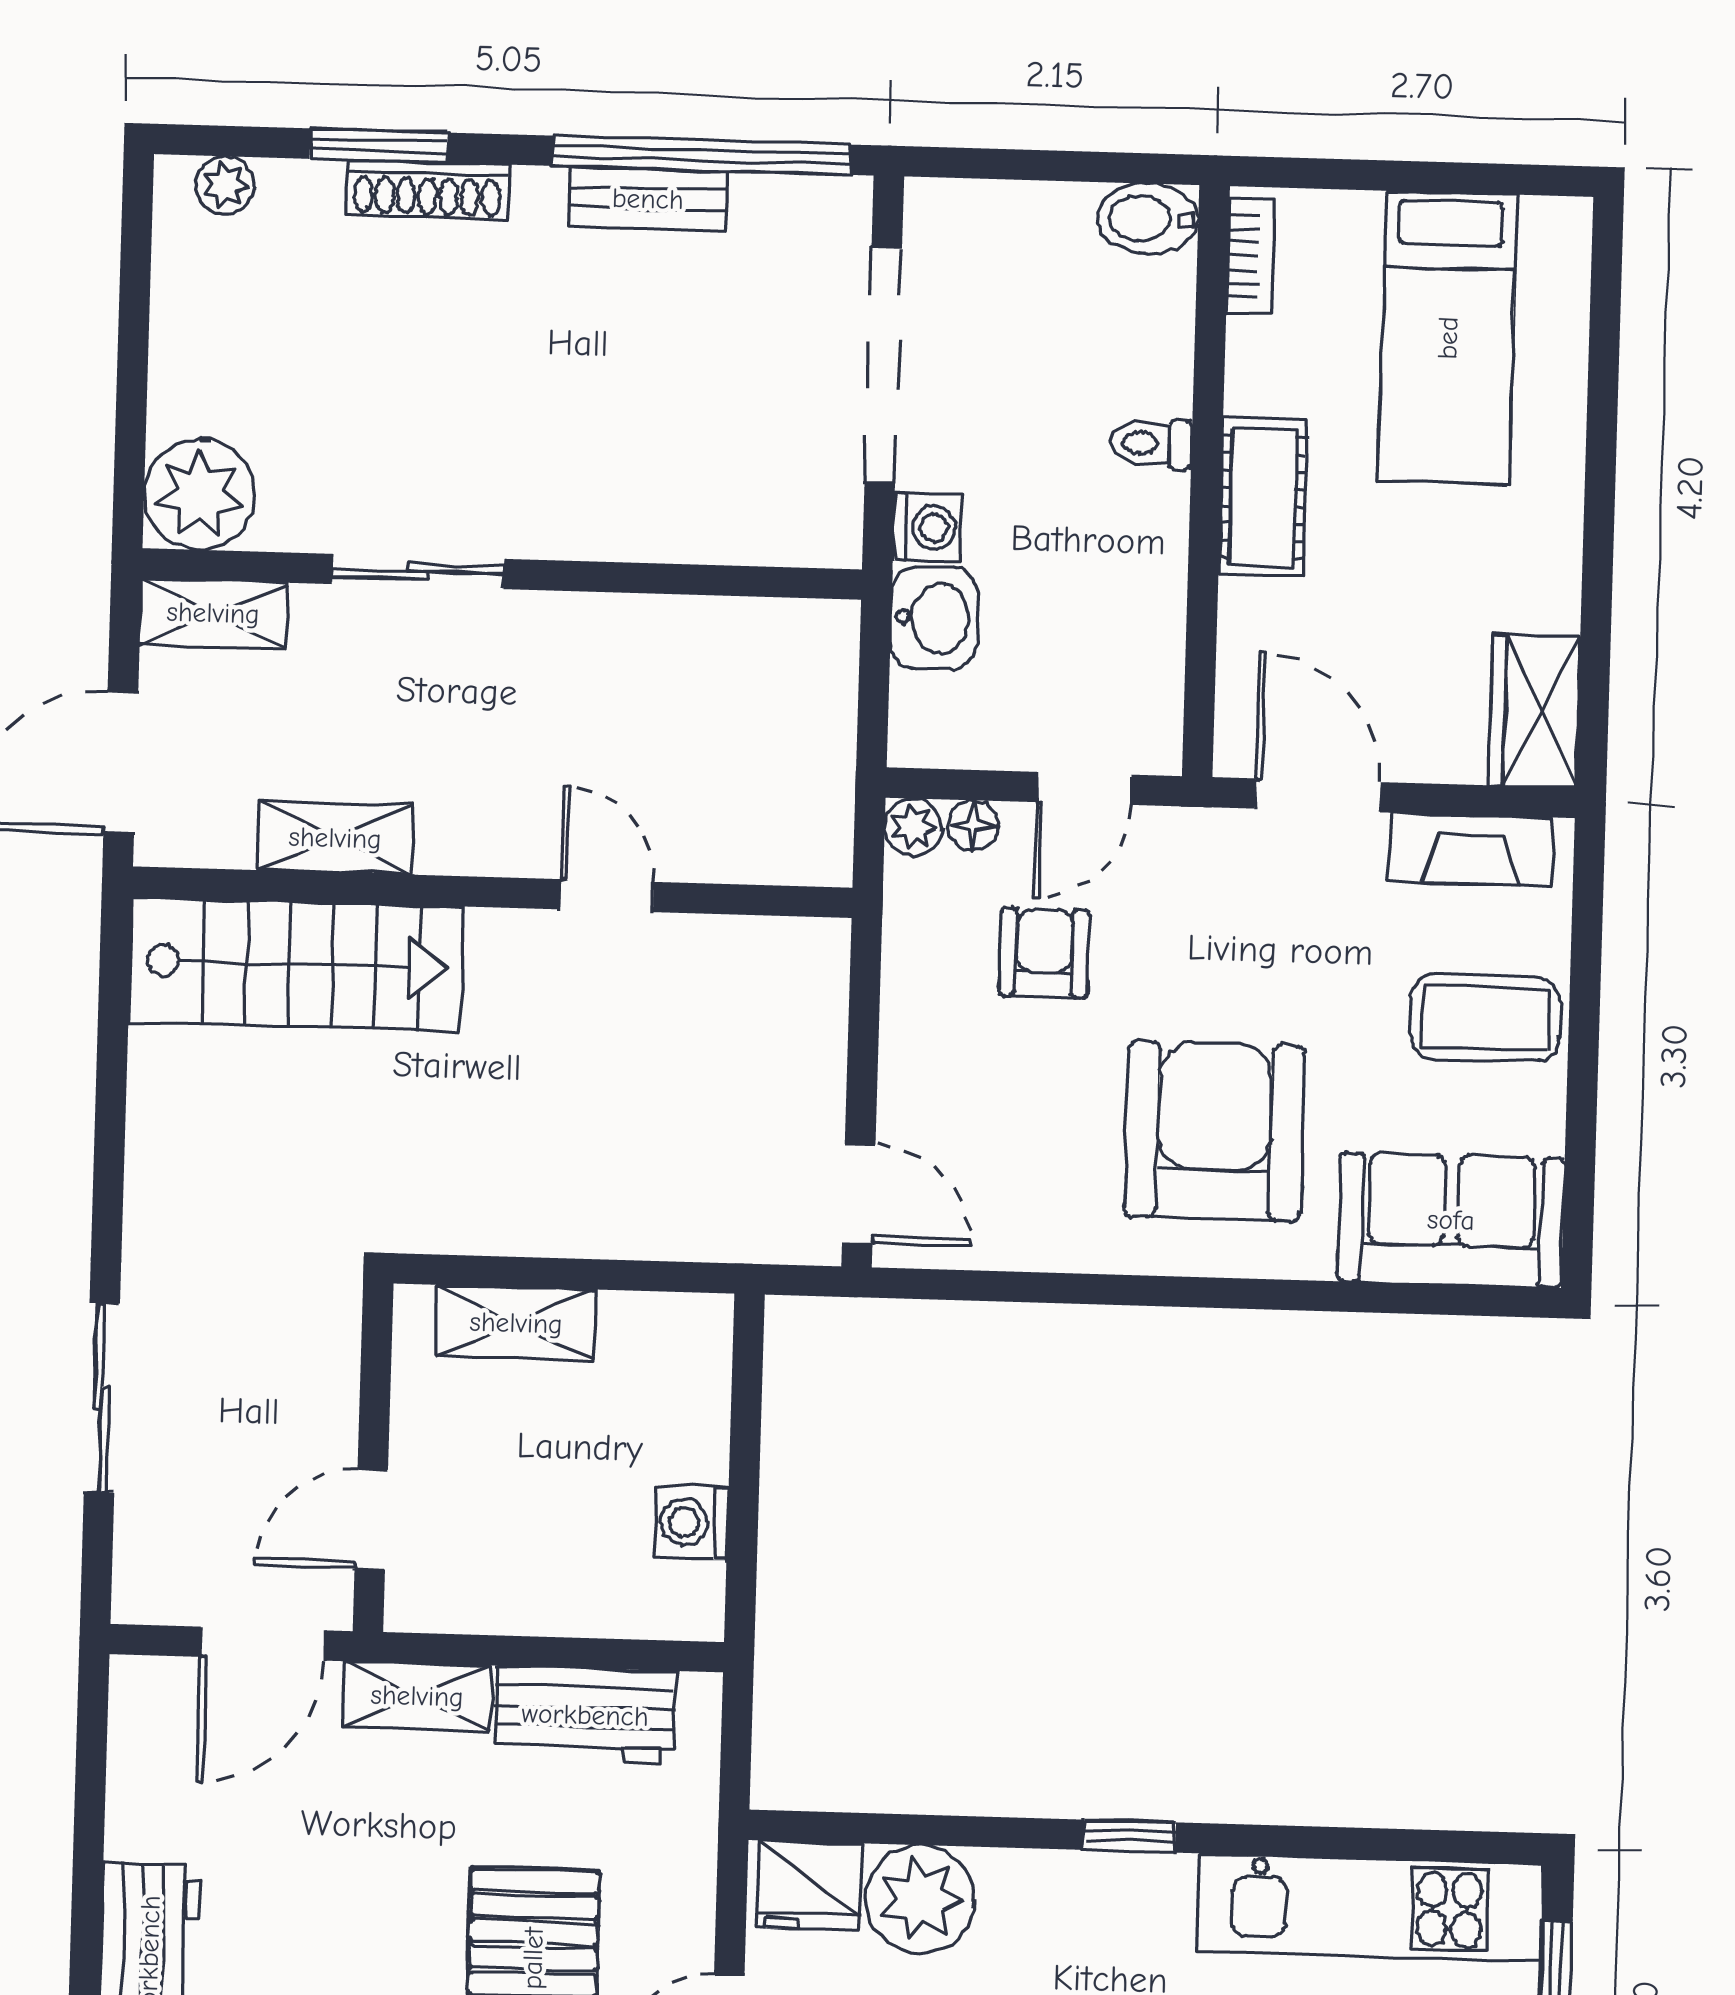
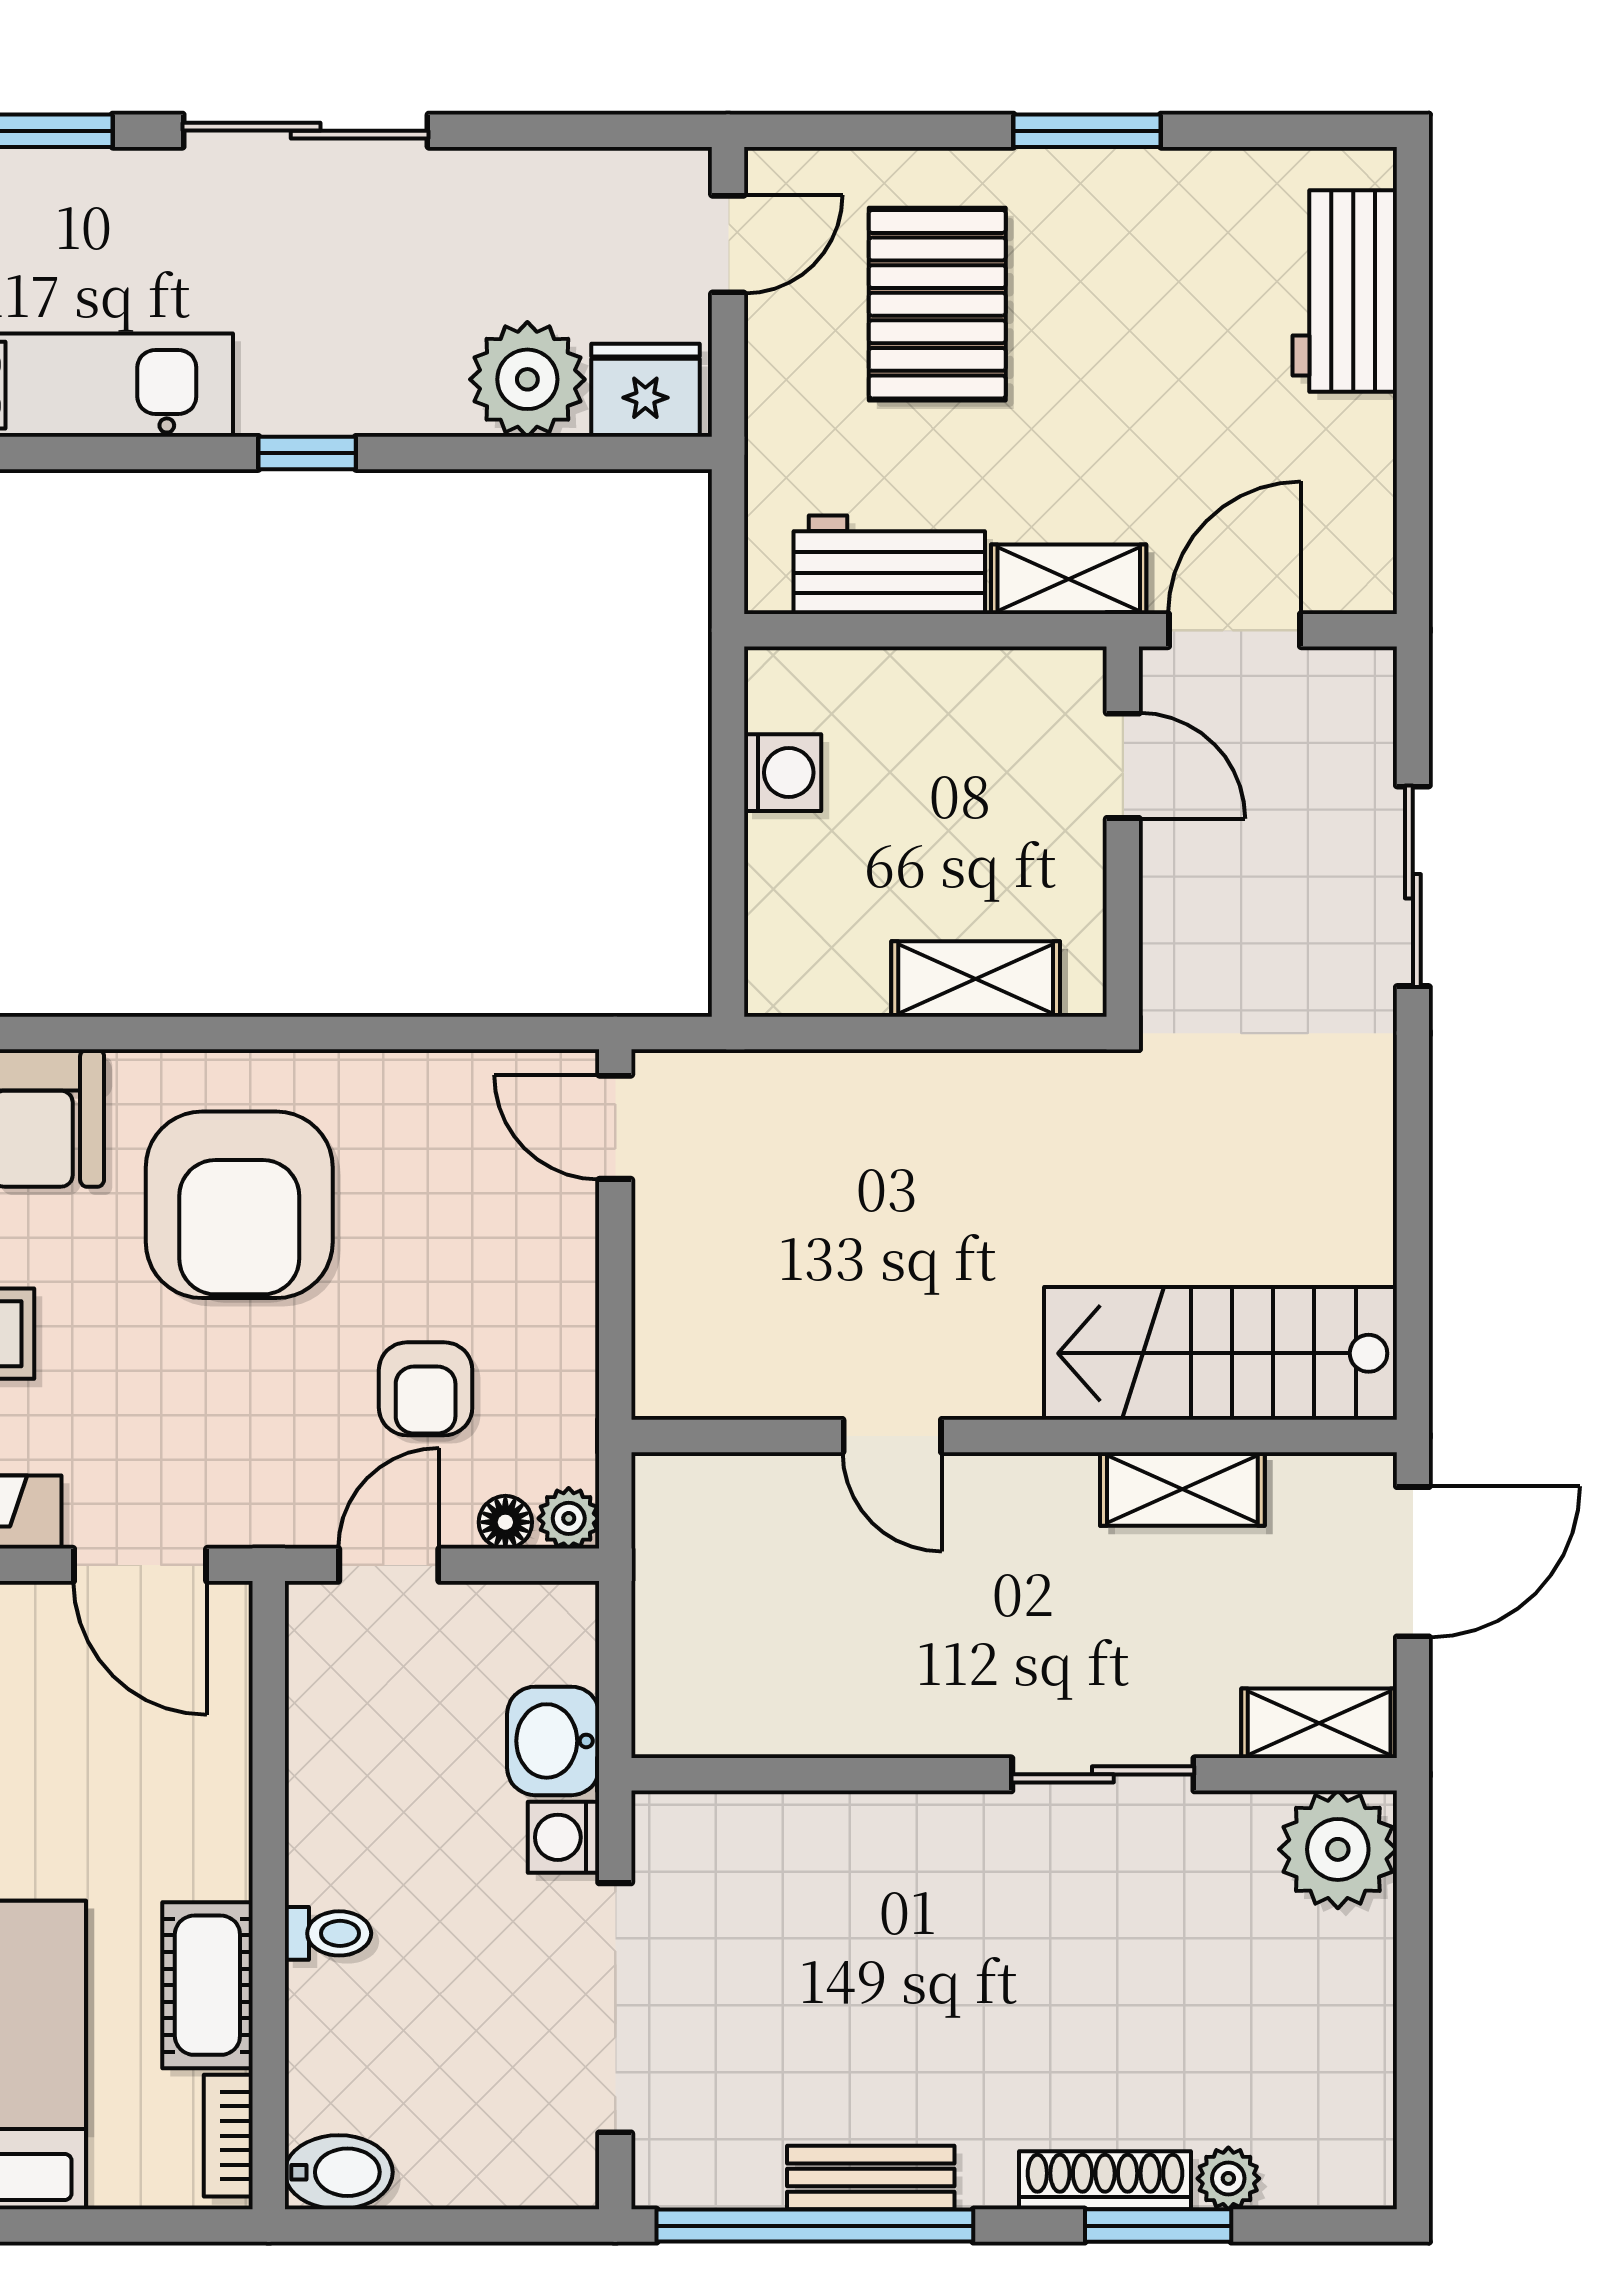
plant: (225, 185) -> (1228, 2178), moved
cot: (1263, 497) -> (207, 1985), moved
door: (371, 1519) -> (1123, 766), hinge flipped

